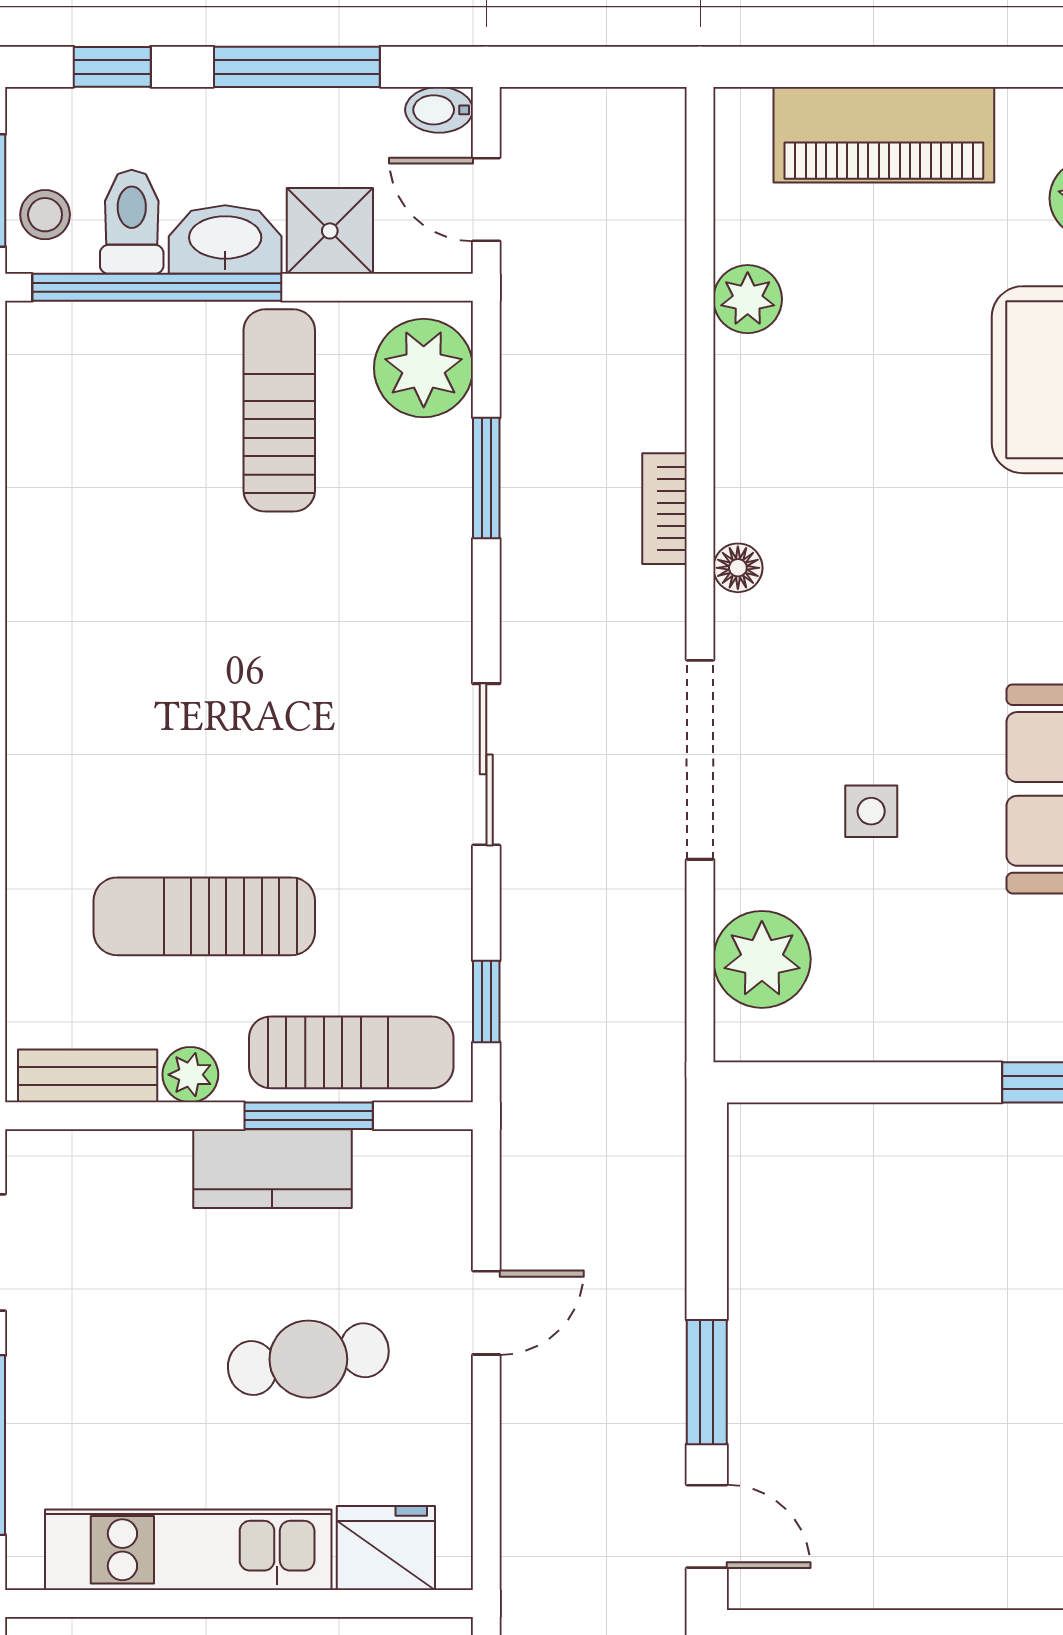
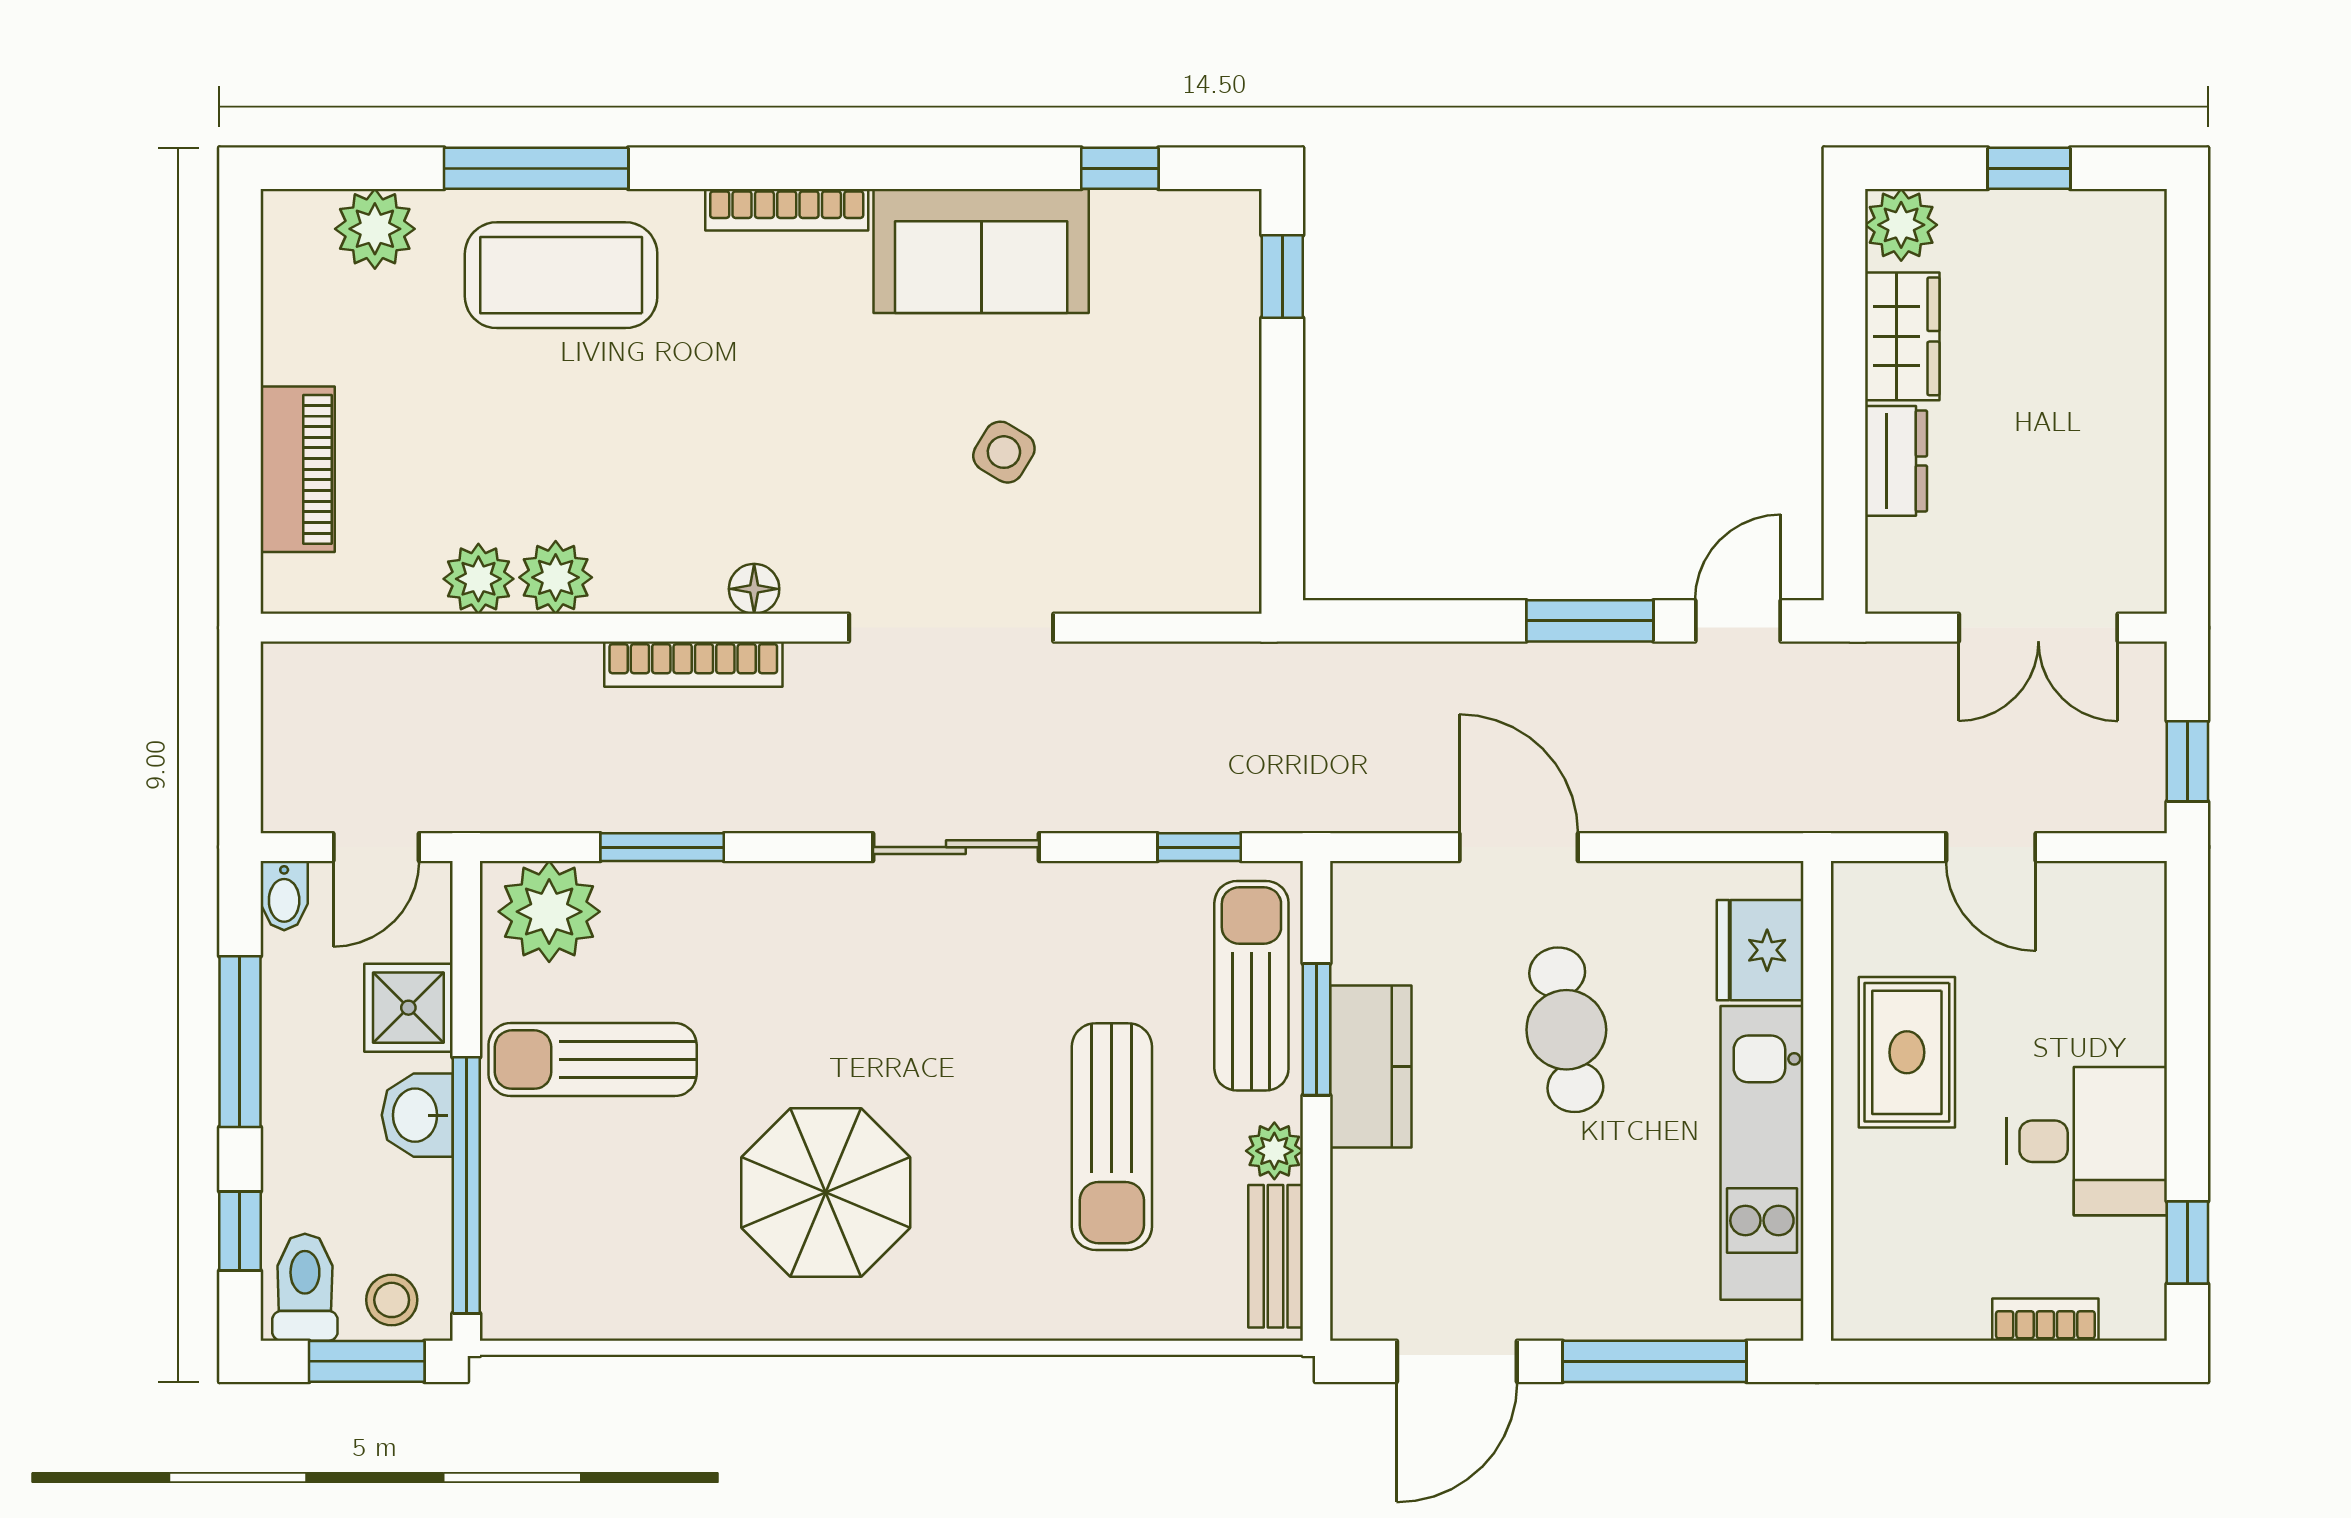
piano: (884, 135) -> (298, 469), width x0.73, depth x0.75
toilet: (132, 222) -> (305, 1287), moved, turned 90
washbasin: (225, 239) -> (417, 1115), width x0.72
bookcase: (664, 509) -> (693, 664), width x1.56
parasol: (150, 638) -> (826, 1192), added
side table: (871, 811) -> (1004, 452), turned 31
plant: (762, 959) -> (556, 577), moved, width x0.73, depth x0.73
door: (486, 1313) -> (1519, 847), width x1.38

